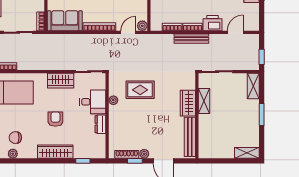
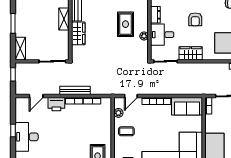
plant: (142, 26) -> (118, 113), moved
rug: (140, 90) -> (125, 24), moved, turned 90
shelving: (204, 101) -> (64, 19), moved

